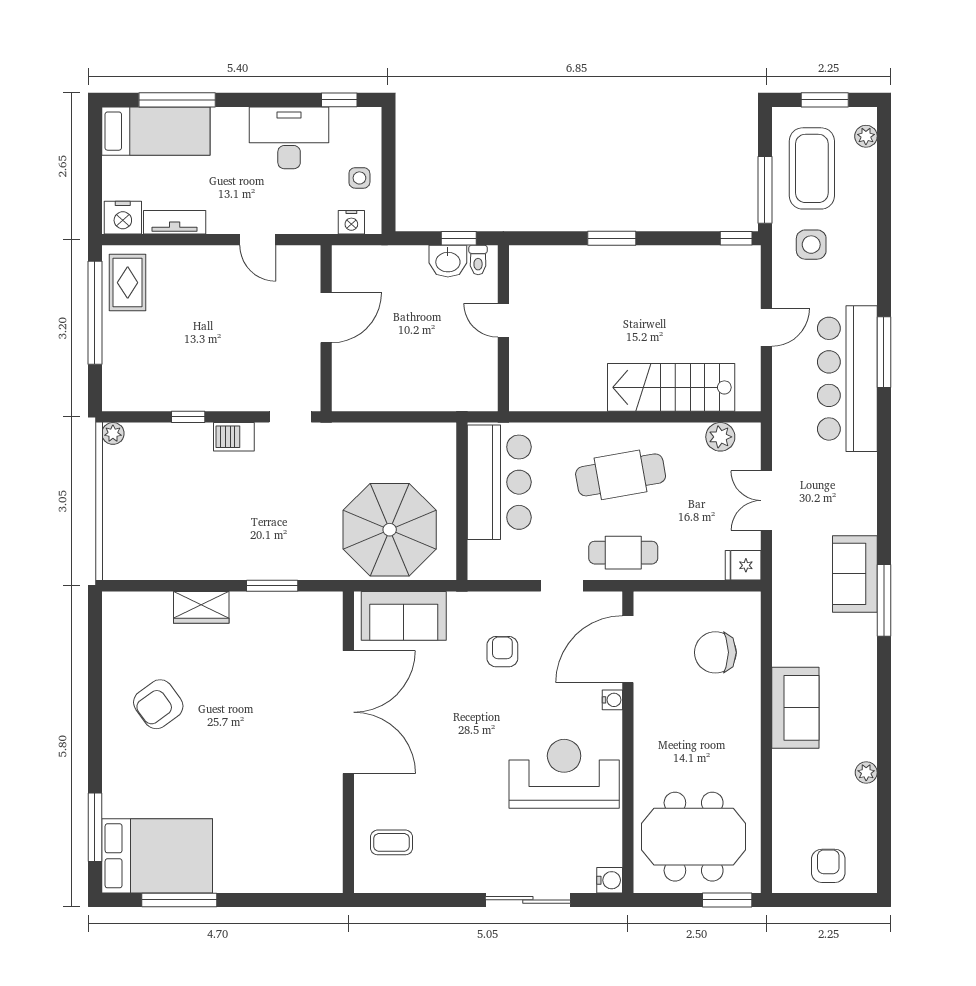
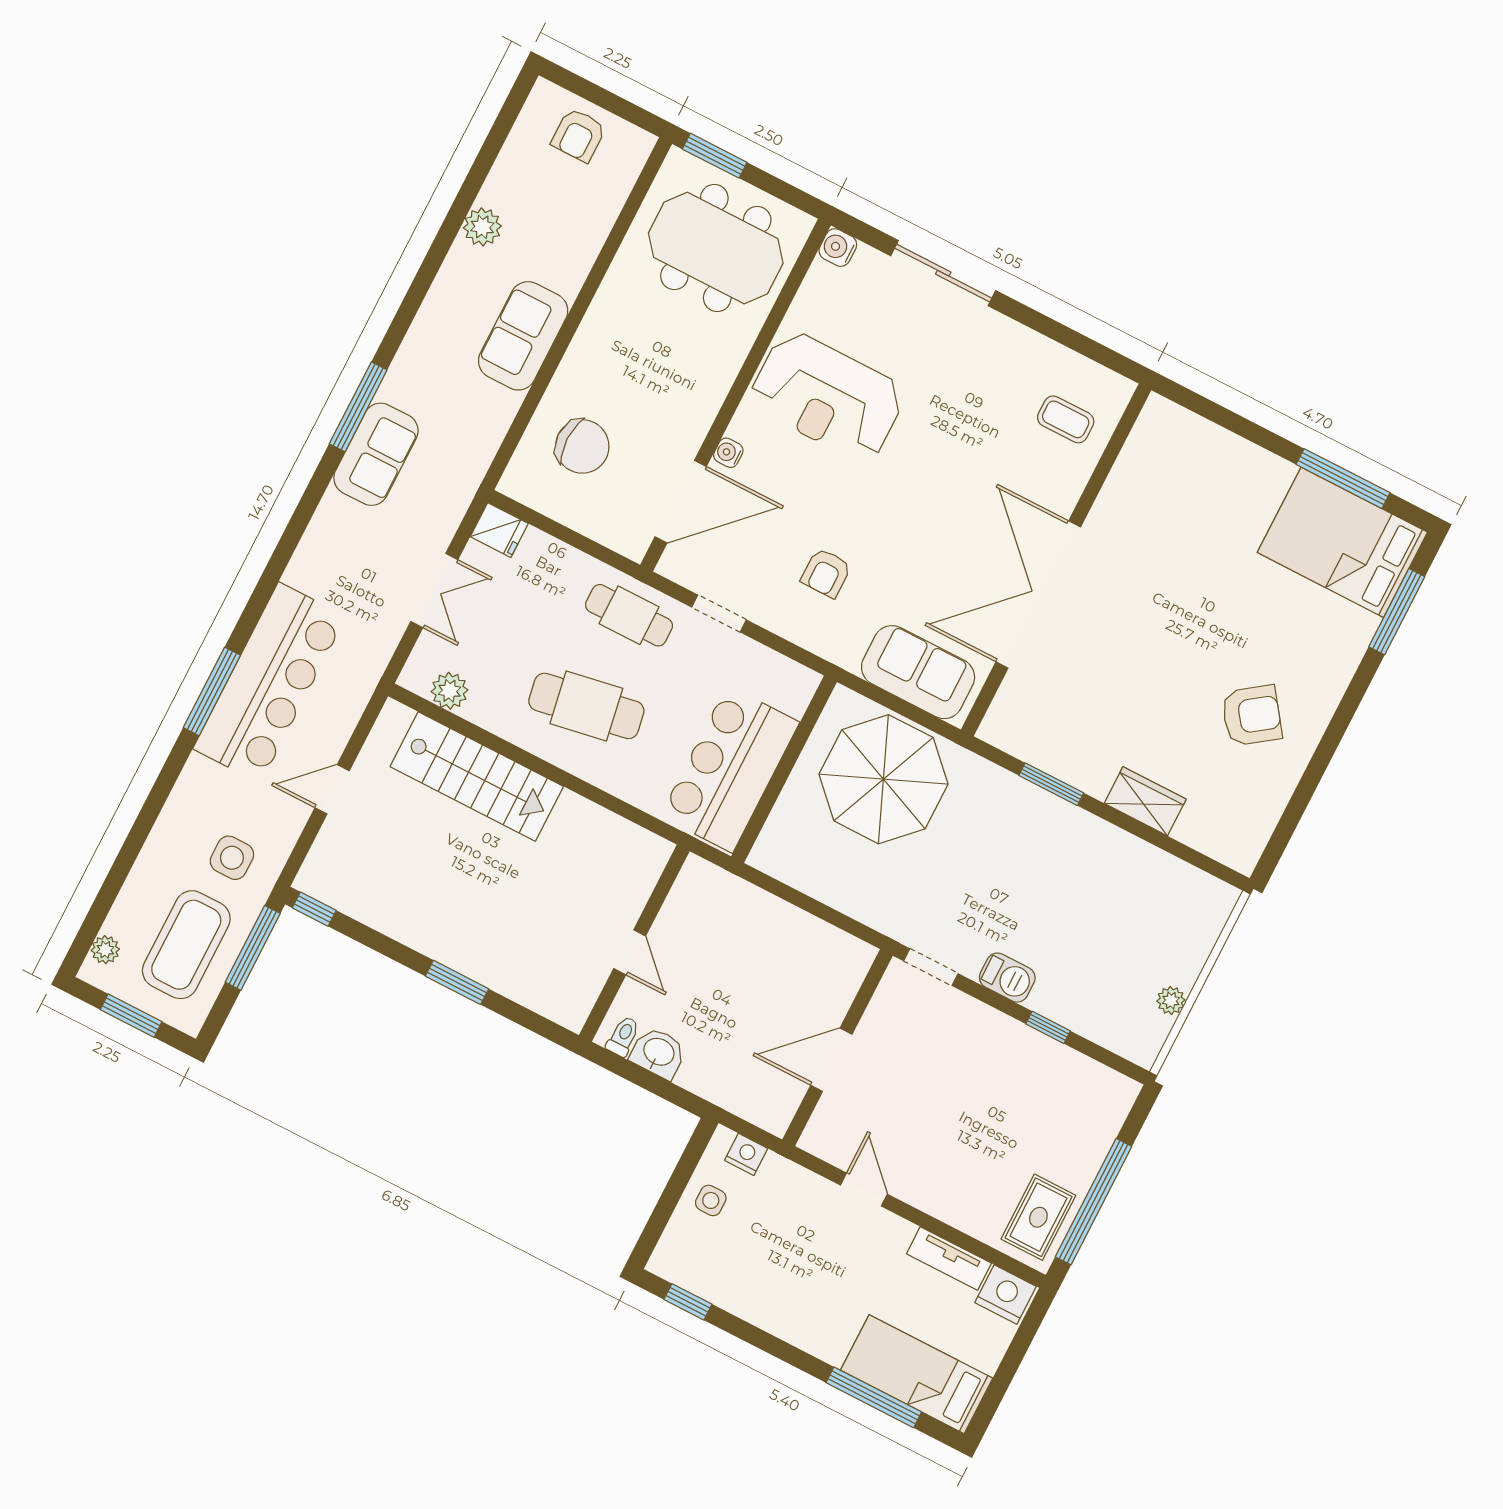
desk: (289, 138) -> (768, 1288), removed
window: (459, 238) -> (632, 1073), removed
plant: (113, 433) -> (1171, 1001), moved
plant: (866, 773) -> (482, 227), width x1.38, depth x1.38

